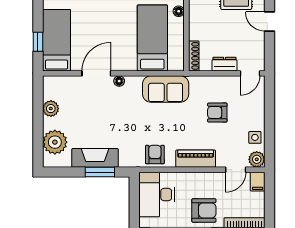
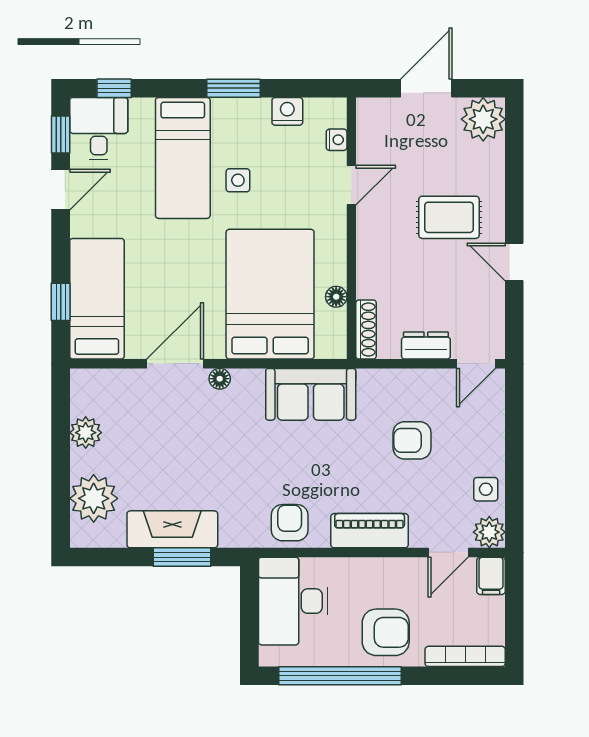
floor lamp: (179, 11) -> (336, 297), moved
bed: (152, 38) -> (270, 294), width x1.50

